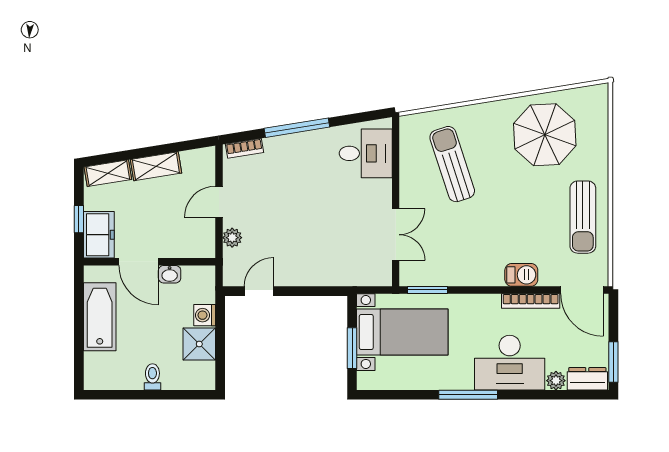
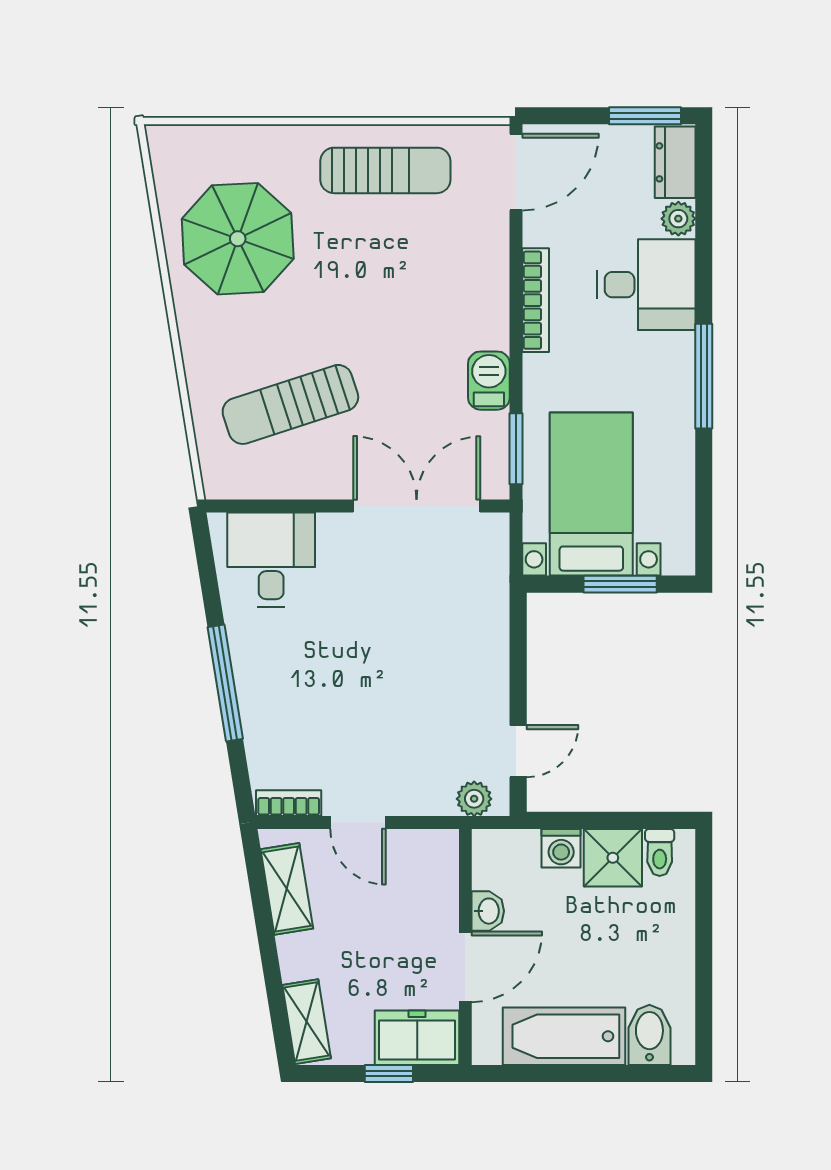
bookcase: (244, 148) -> (289, 803), moved, turned -81
shelving: (156, 166) -> (287, 889), moved
double door: (396, 235) -> (417, 506), width x1.37
plant: (232, 238) -> (474, 799), moved
barbecue: (521, 275) -> (489, 381), moved
door: (259, 291) -> (518, 751), swing flipped
bookcase: (531, 301) -> (536, 300), moved
desk: (510, 363) -> (646, 285), width x0.73
bidet: (101, 364) -> (649, 1035), added
toilet: (152, 377) -> (660, 852), moved, turned -90

